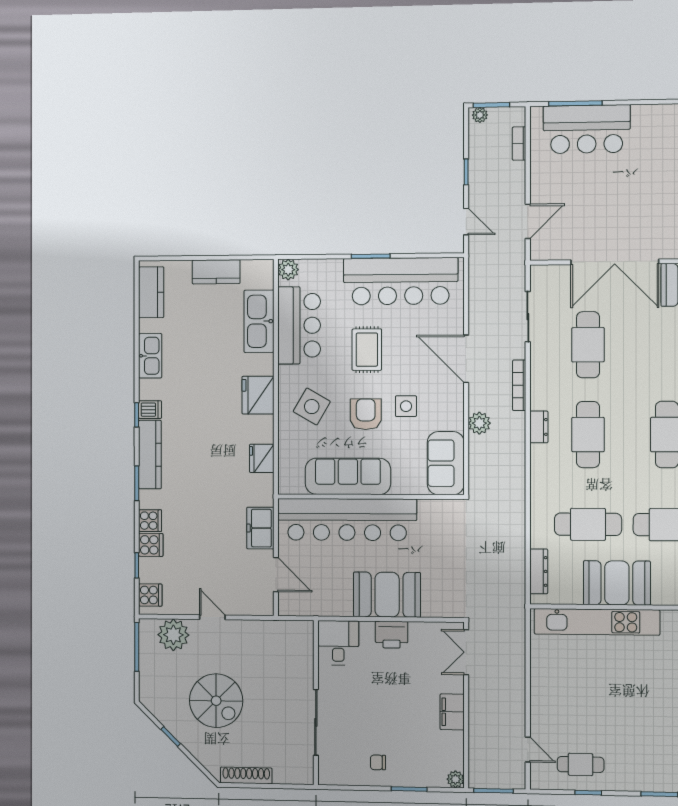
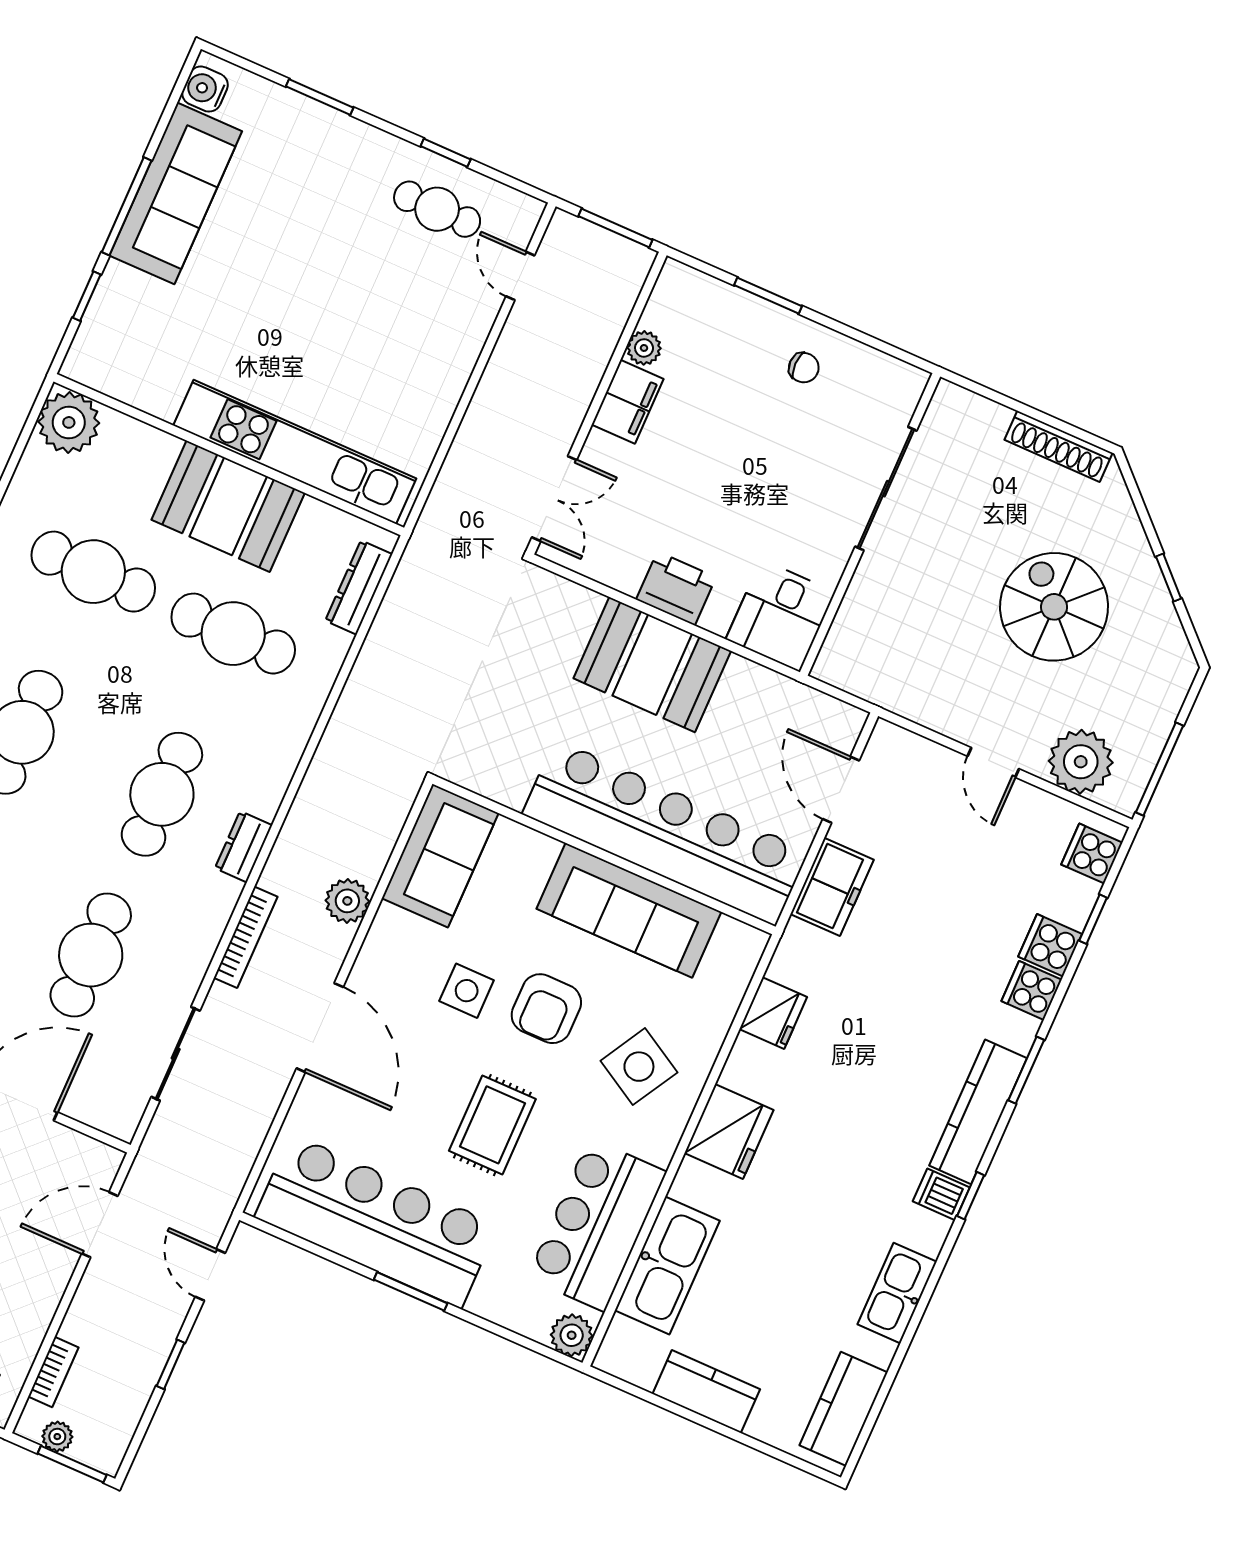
plant: (480, 115) -> (57, 1437), moved
plant: (455, 779) -> (644, 348), moved

